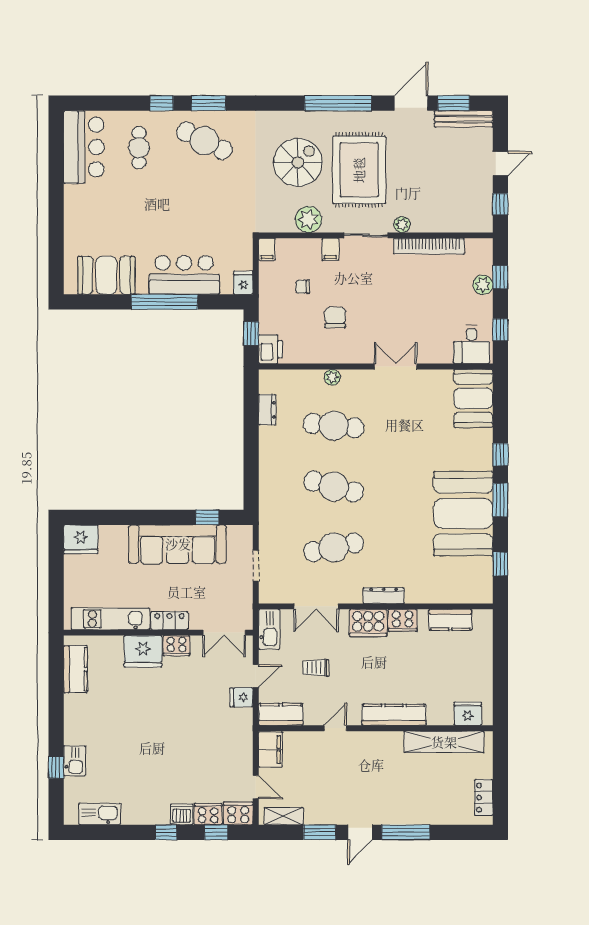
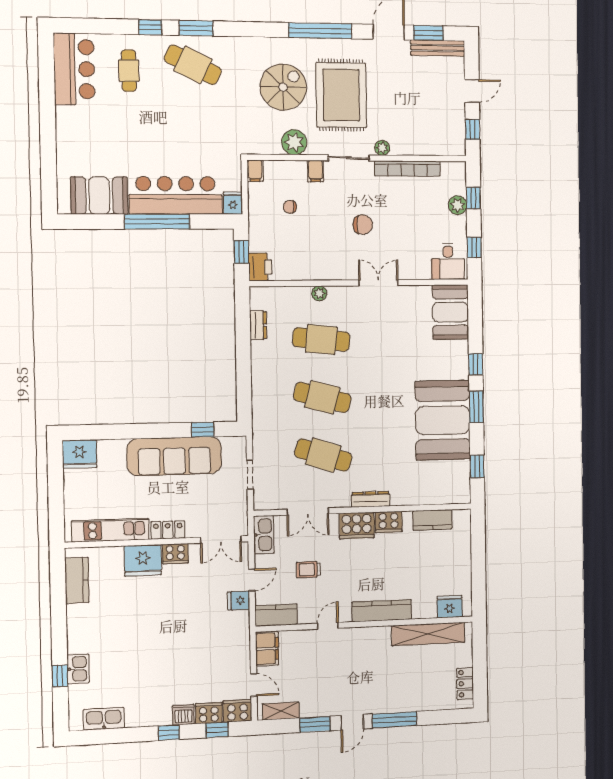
bar counter: (184, 275) -> (176, 195), width x1.36
chair: (335, 318) -> (363, 225), moved, turned 90
cafe table: (334, 547) -> (323, 455), turned 30

